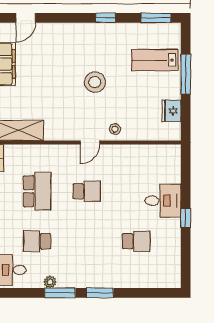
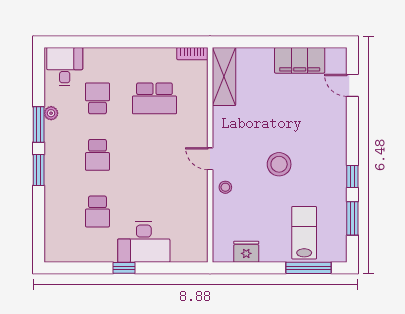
window: (156, 18) -> (352, 218), moved
window: (186, 74) -> (308, 268), moved
school desk: (87, 191) -> (97, 155), moved
desk: (163, 201) -> (144, 242), width x1.37

